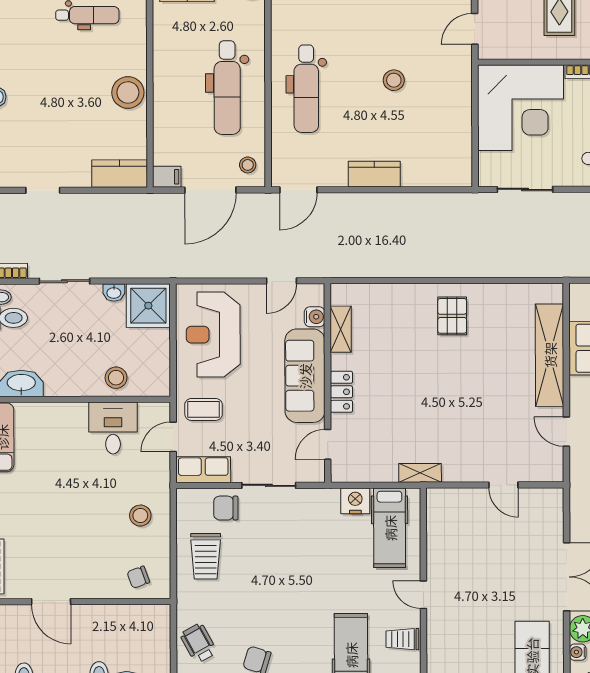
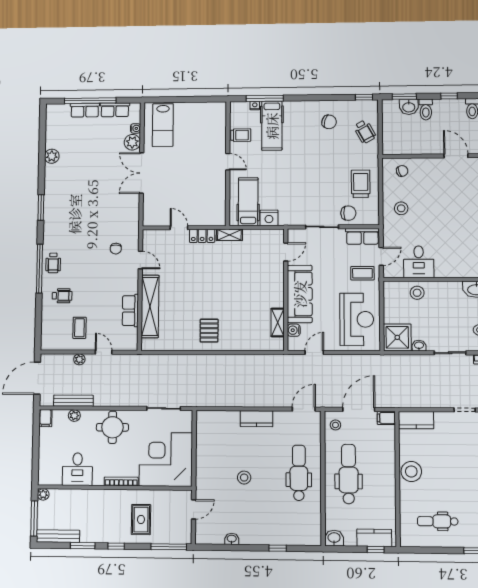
locker: (341, 392) -> (202, 236), moved, turned -90

